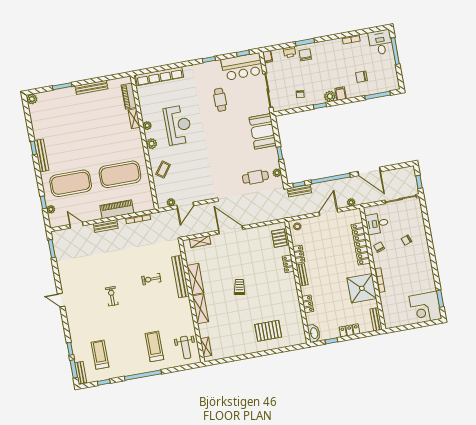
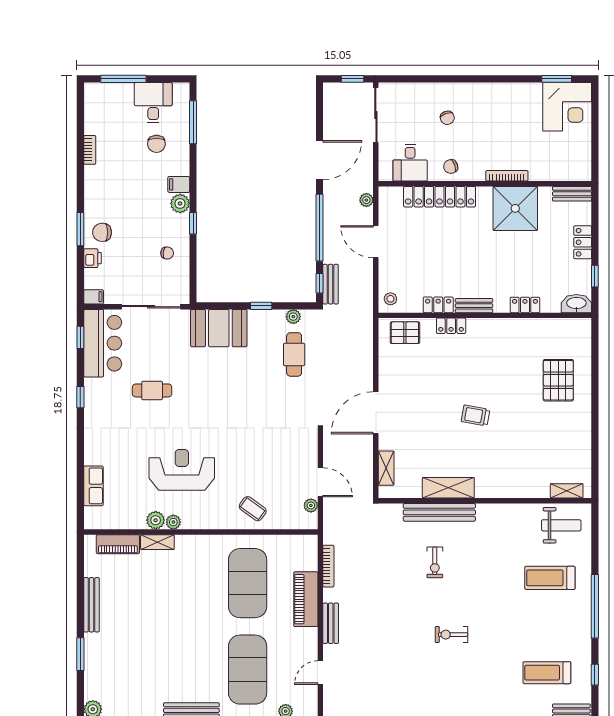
desk: (380, 42) -> (153, 103), moved, turned 90
row of seats: (160, 76) -> (93, 486), width x0.50
plant: (152, 144) -> (156, 520), moved
shelving: (200, 309) -> (500, 488), removed

